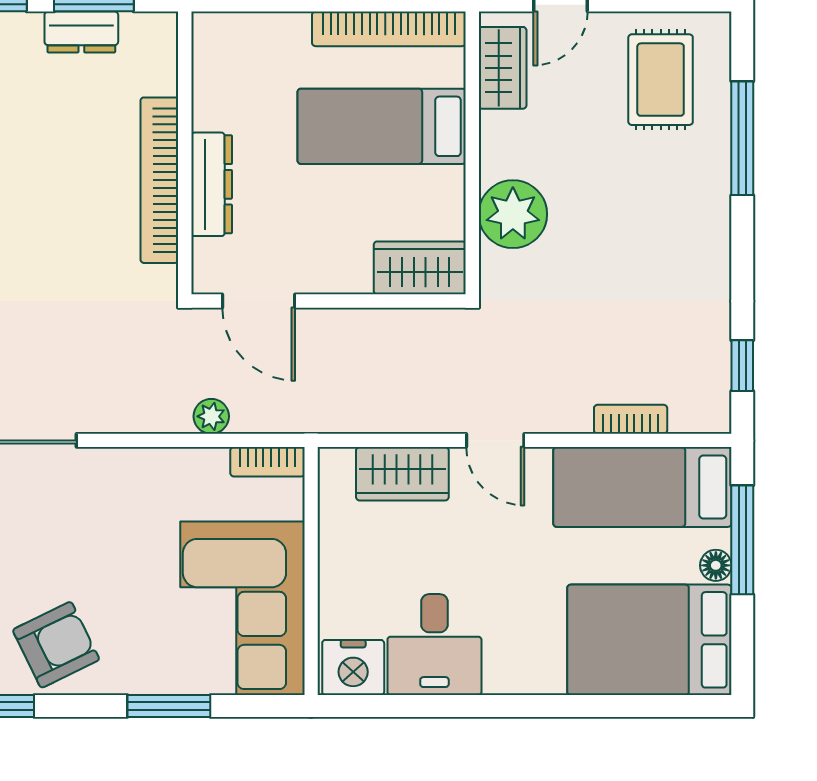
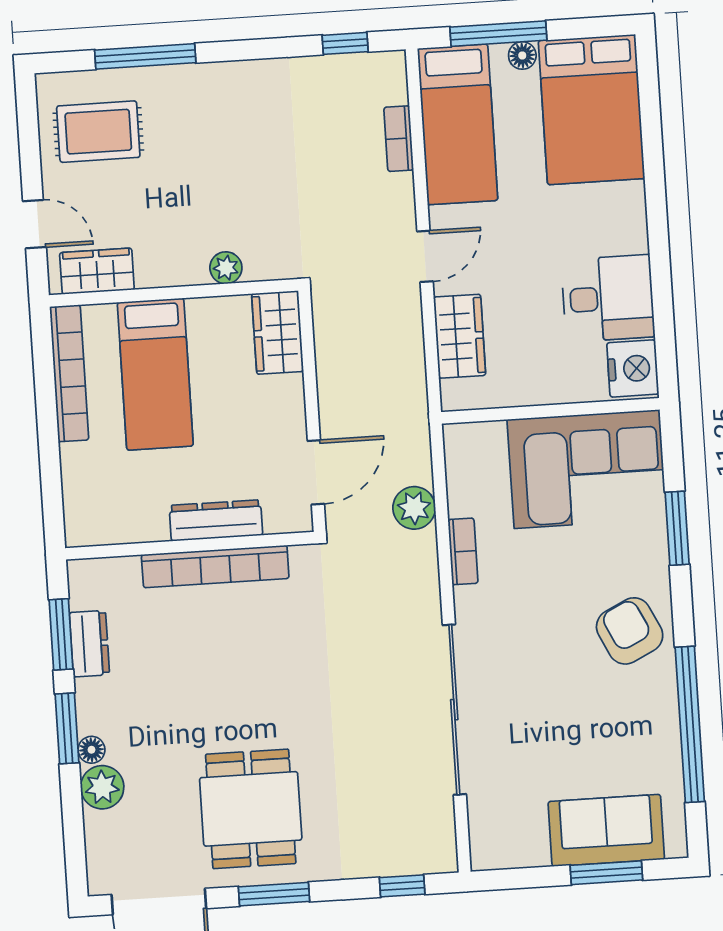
plant: (513, 214) -> (226, 268), width x0.53, depth x0.53
plant: (211, 416) -> (414, 508), width x1.38, depth x1.38
bookcase: (267, 462) -> (463, 551), moved

